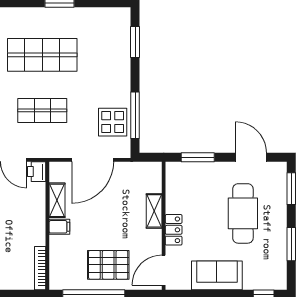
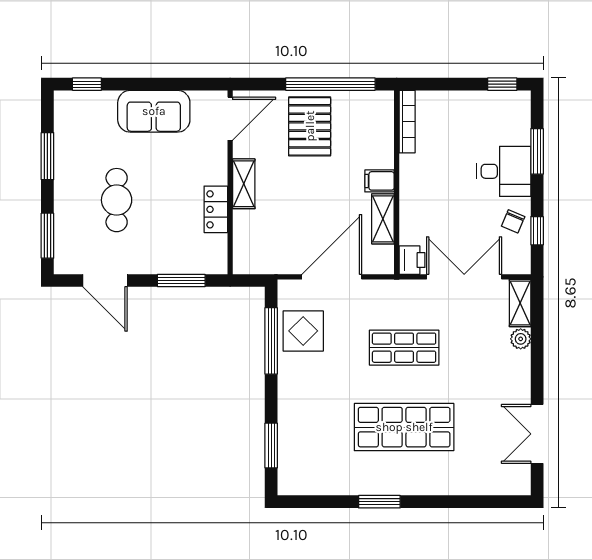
shelving: (154, 211) -> (244, 184), moved
cafe table: (243, 213) -> (117, 200), width x0.73, depth x0.74
locker: (174, 230) -> (216, 209), moved
pallet: (108, 265) -> (310, 126), turned 90

